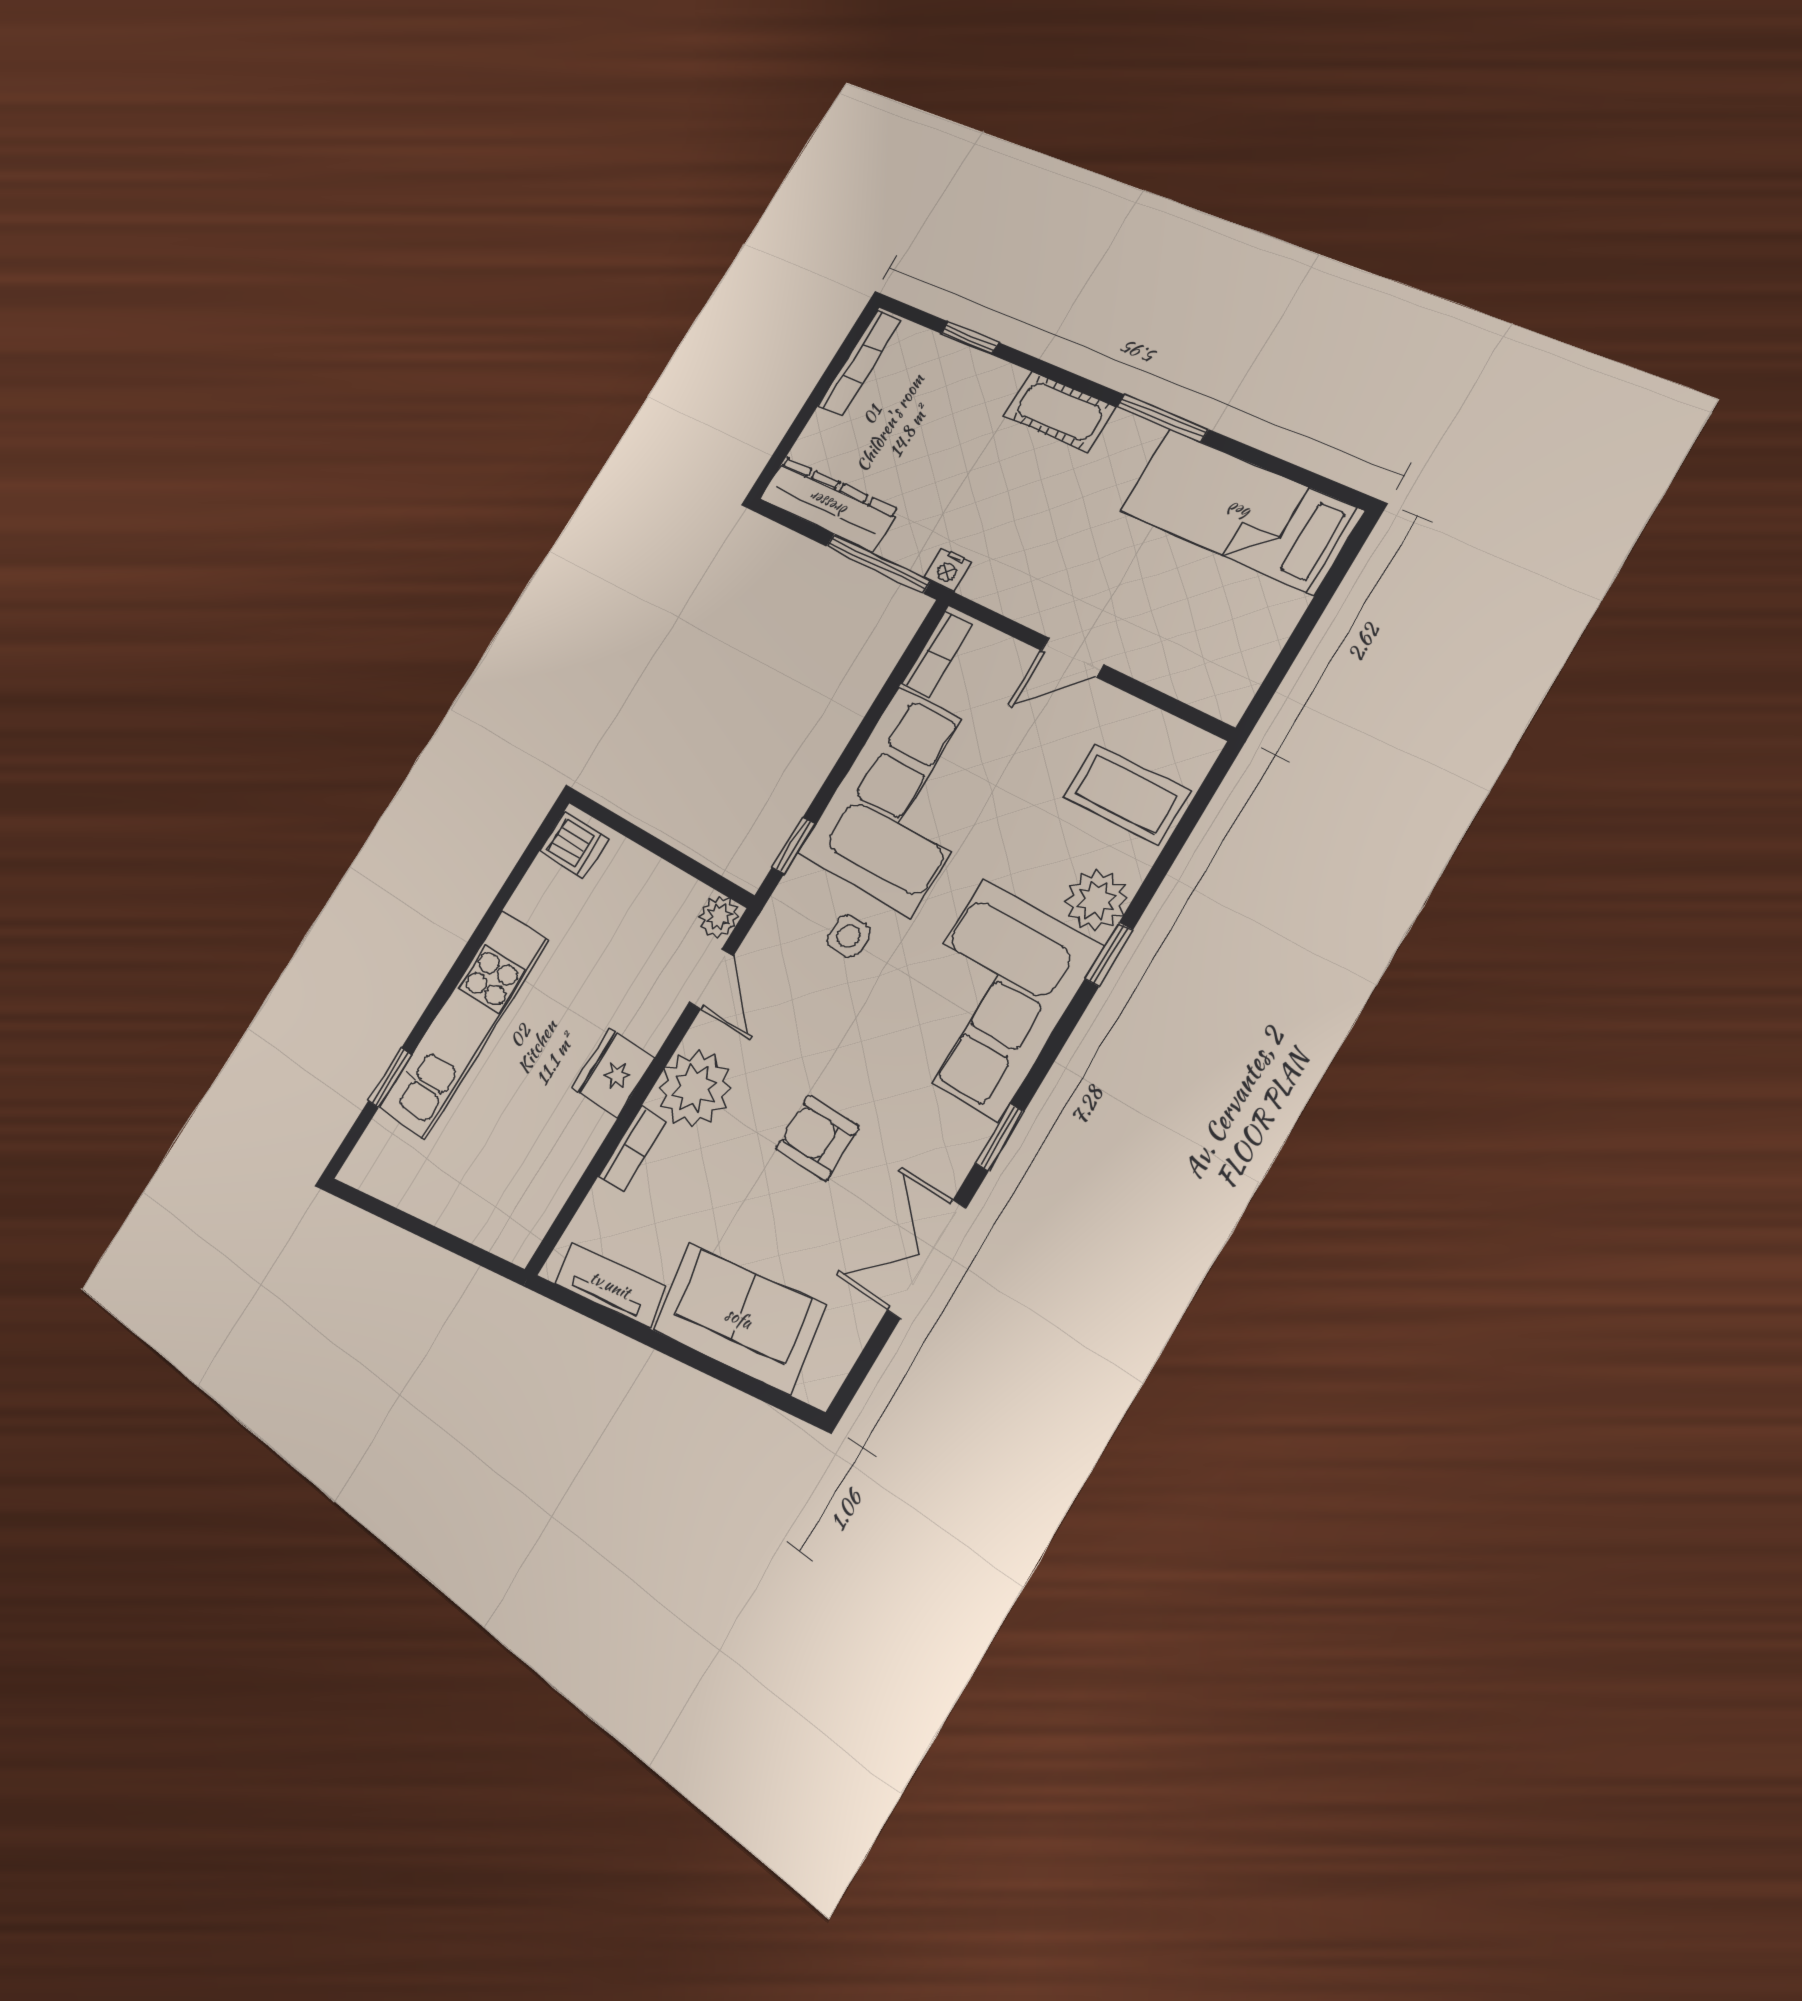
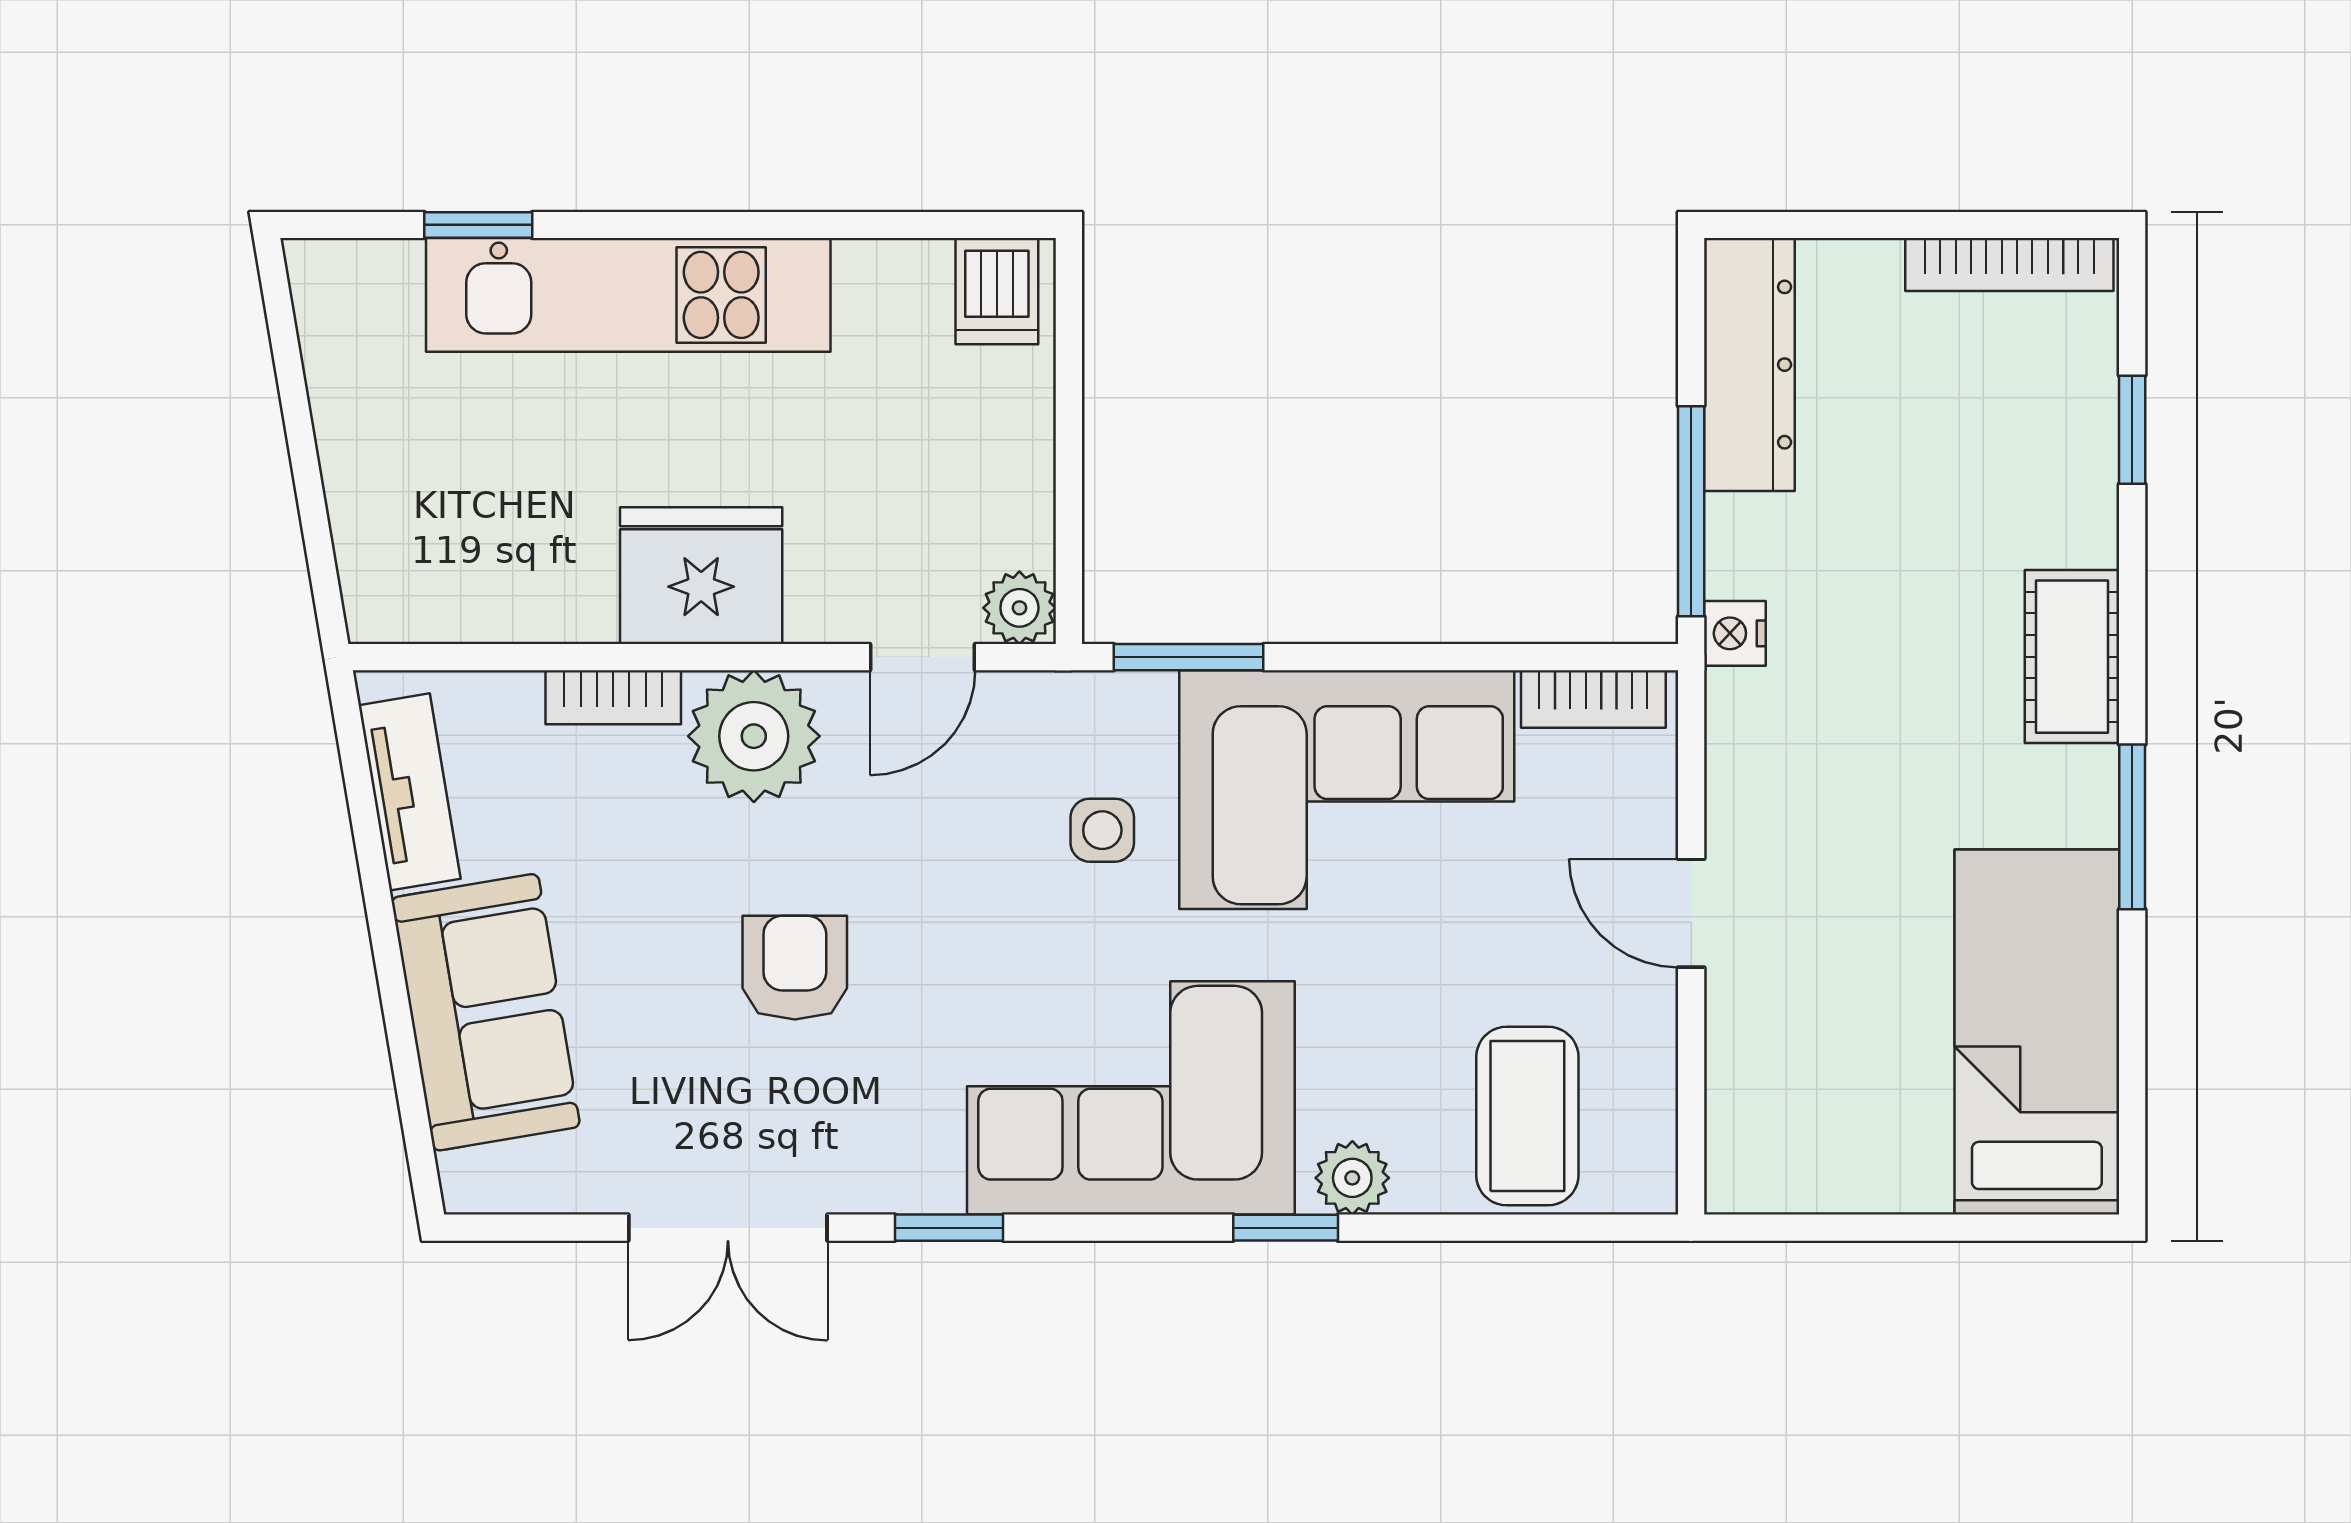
window: (793, 845) -> (1189, 657), width x1.50
plant: (1096, 900) -> (1352, 1178), width x0.73, depth x0.73
fridge: (613, 1073) -> (701, 576), width x1.36, depth x1.34
double door: (927, 1259) -> (728, 1228), swing flipped

